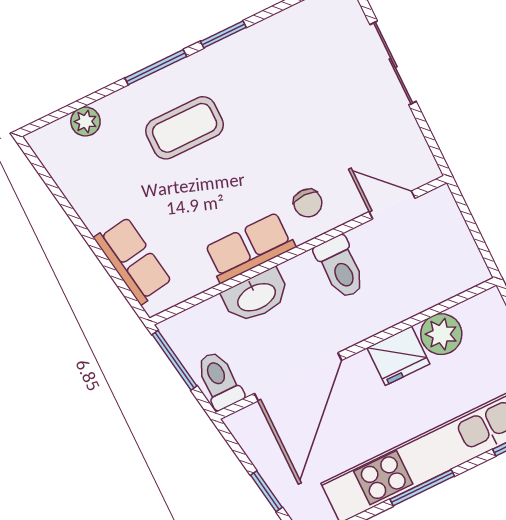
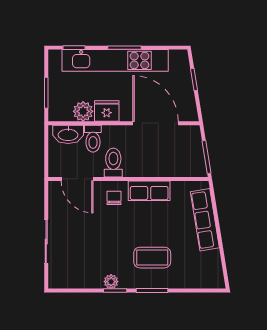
plant: (85, 122) -> (111, 282), moved
door: (392, 205) -> (77, 179), width x1.38
row of seats: (133, 260) -> (205, 220), width x1.48
washbasin: (256, 296) -> (68, 134), moved, turned 180
door: (298, 377) -> (156, 123), hinge flipped
toilet: (219, 380) -> (93, 139), moved

